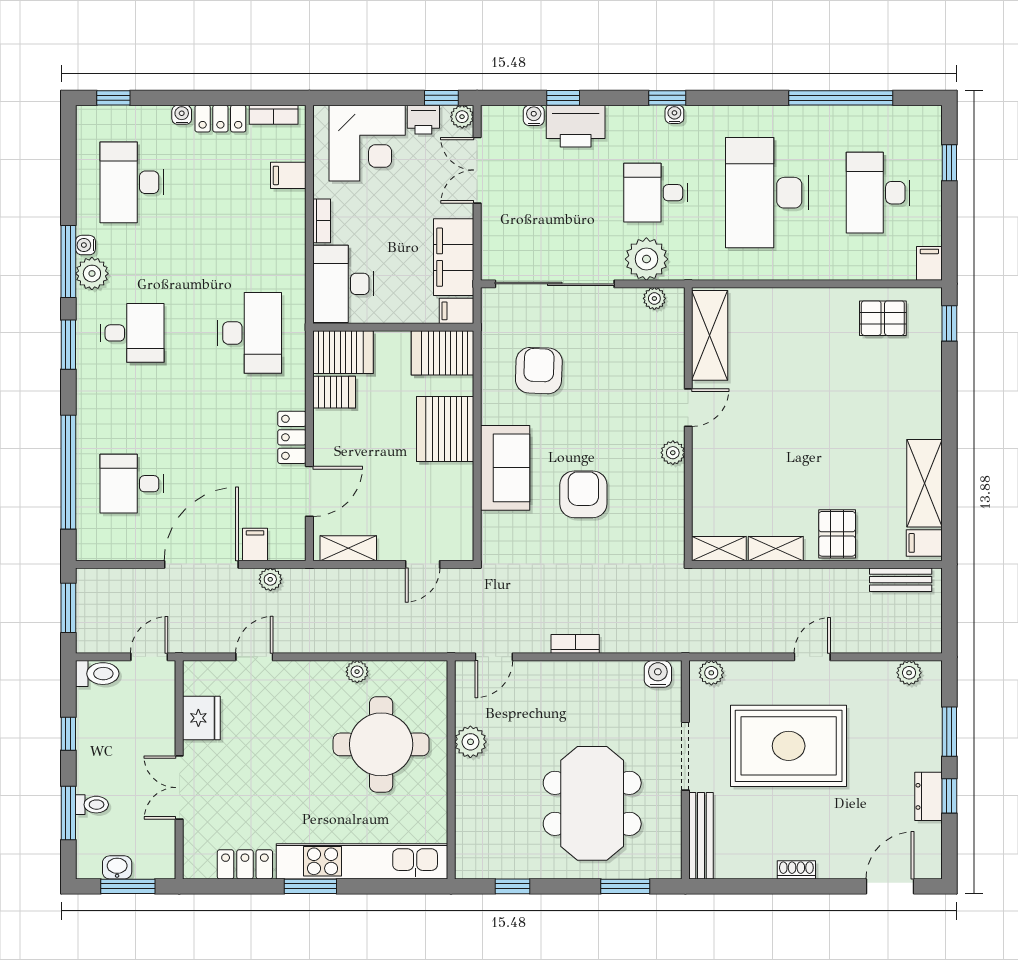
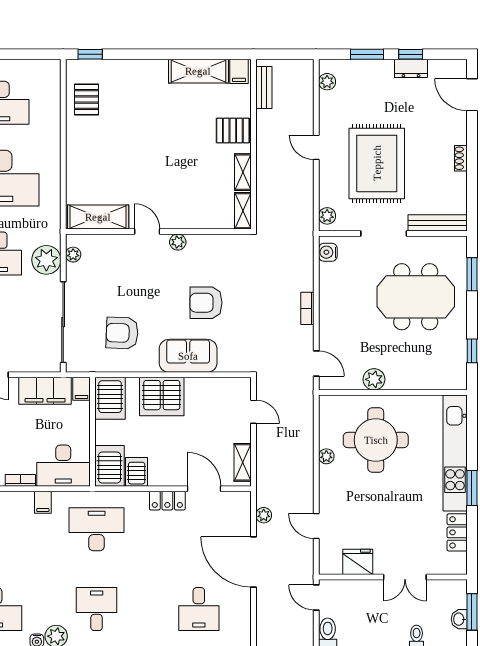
filing cabinet: (929, 263) -> (49, 68), removed
filing cabinet: (255, 544) -> (43, 502), moved, turned -90

